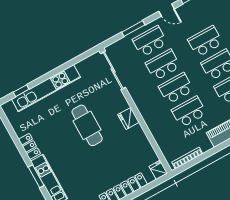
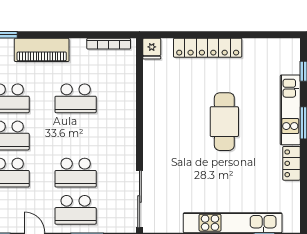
school desk: (176, 88) -> (76, 135), removed
fridge: (128, 118) -> (153, 131), removed
cafe table: (87, 125) -> (224, 122), moved

